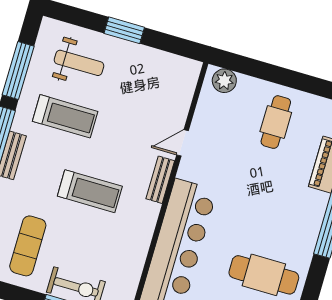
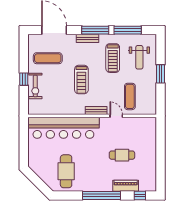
plant: (224, 81) -> (151, 127), removed
exercise mat: (152, 104) -> (130, 96), added
cafe table: (276, 122) -> (122, 155), moved

